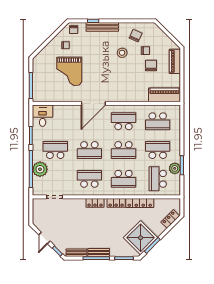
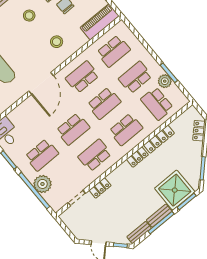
stool: (126, 85) -> (57, 42), added
school desk: (55, 150) -> (42, 155), turned 180
locker: (95, 203) -> (100, 188), moved
shower: (141, 238) -> (175, 190), moved, turned 45

